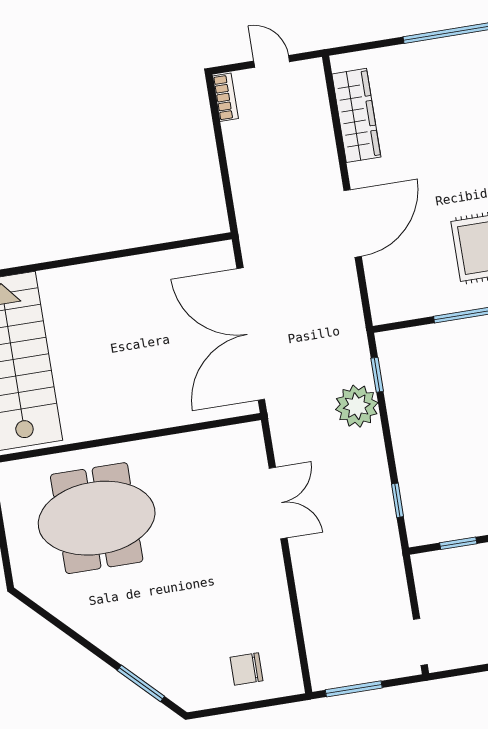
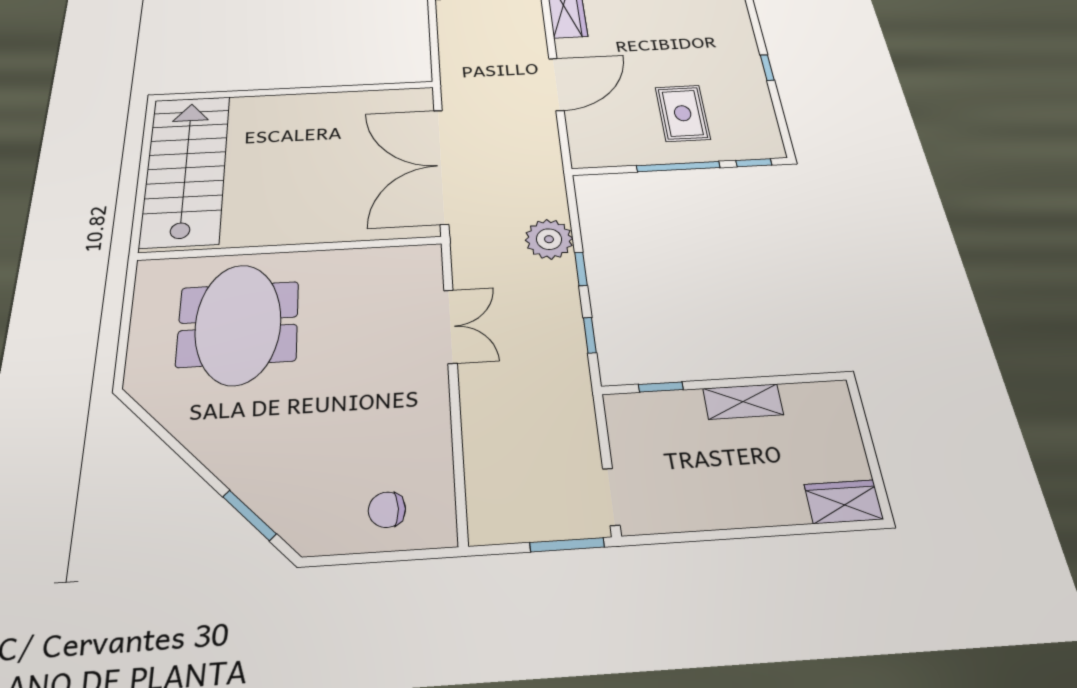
window: (377, 375) -> (581, 269), moved
meeting table: (97, 518) -> (238, 324), turned 90
window: (354, 689) -> (567, 545), moved

